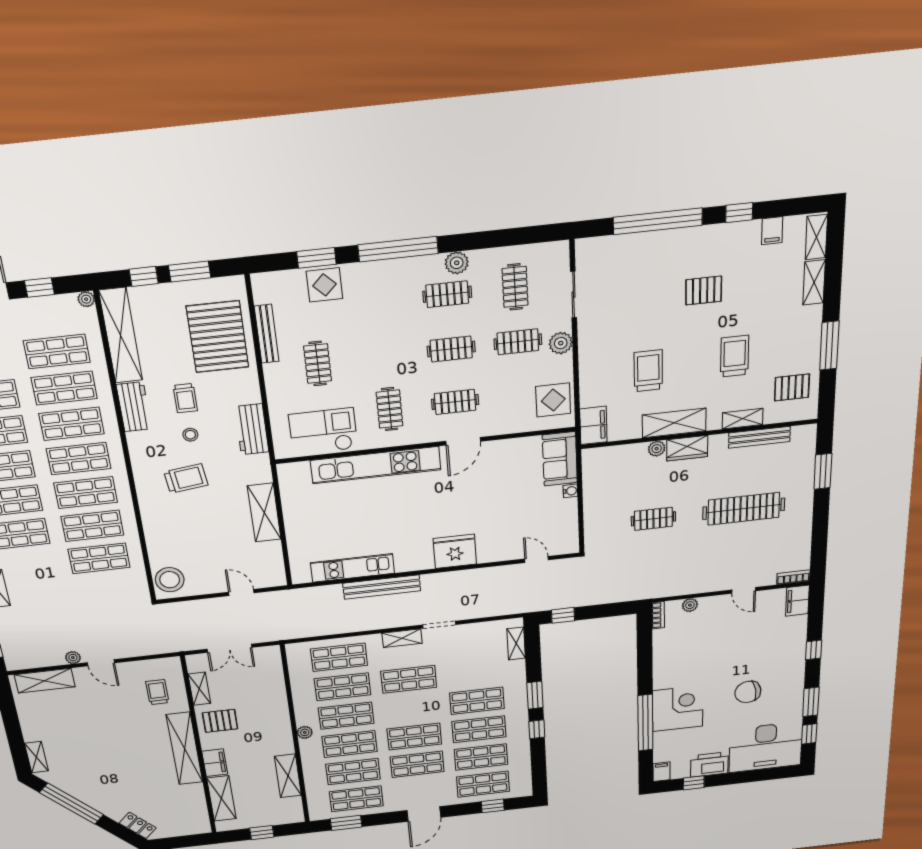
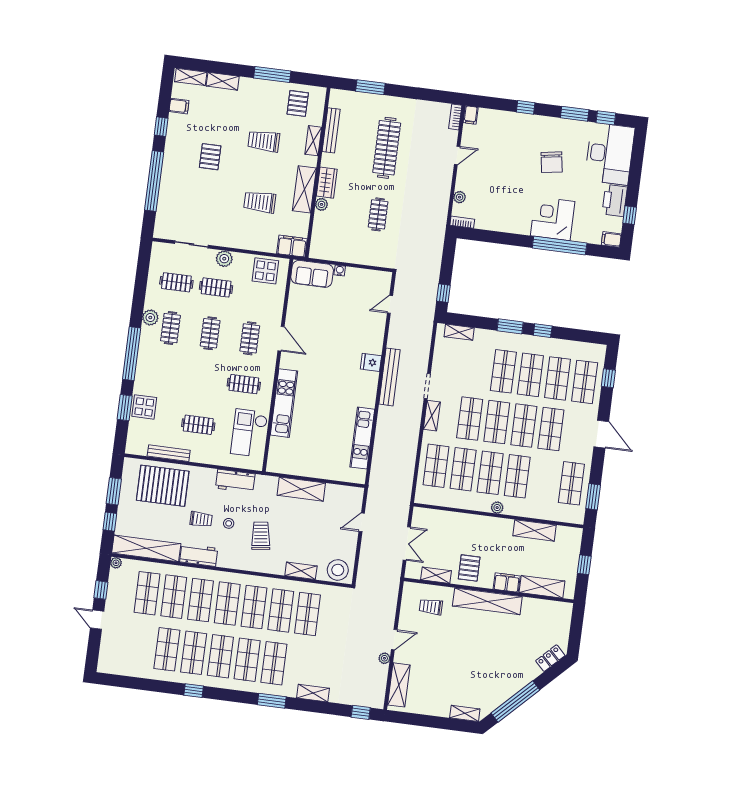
clothes rail: (518, 342) -> (216, 287), turned 90
kitchen unit: (376, 465) -> (284, 403), width x0.73
shelving: (154, 537) -> (301, 571), added
fridge: (455, 551) -> (371, 362), width x0.53, depth x0.75
bench: (382, 587) -> (389, 377), moved
filing cabinet: (797, 601) -> (471, 115), width x0.50
shop shelf: (353, 772) -> (497, 422), moved

